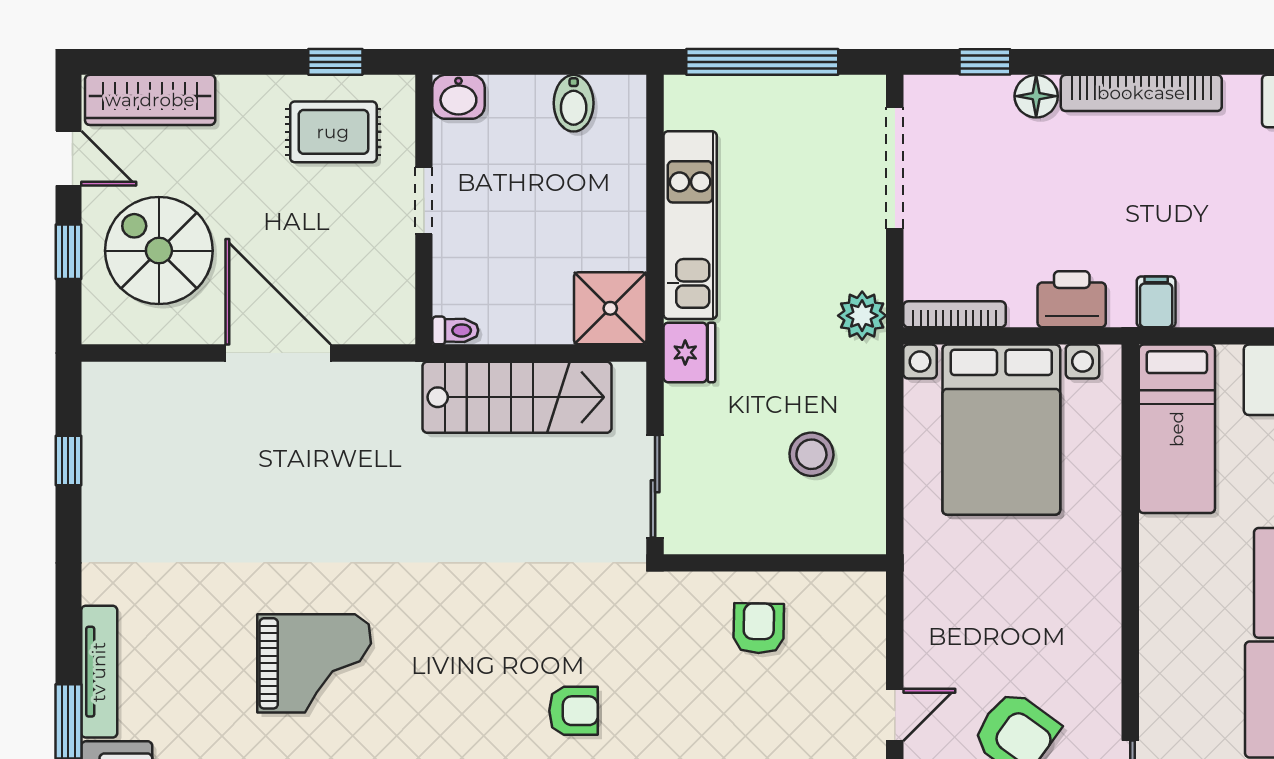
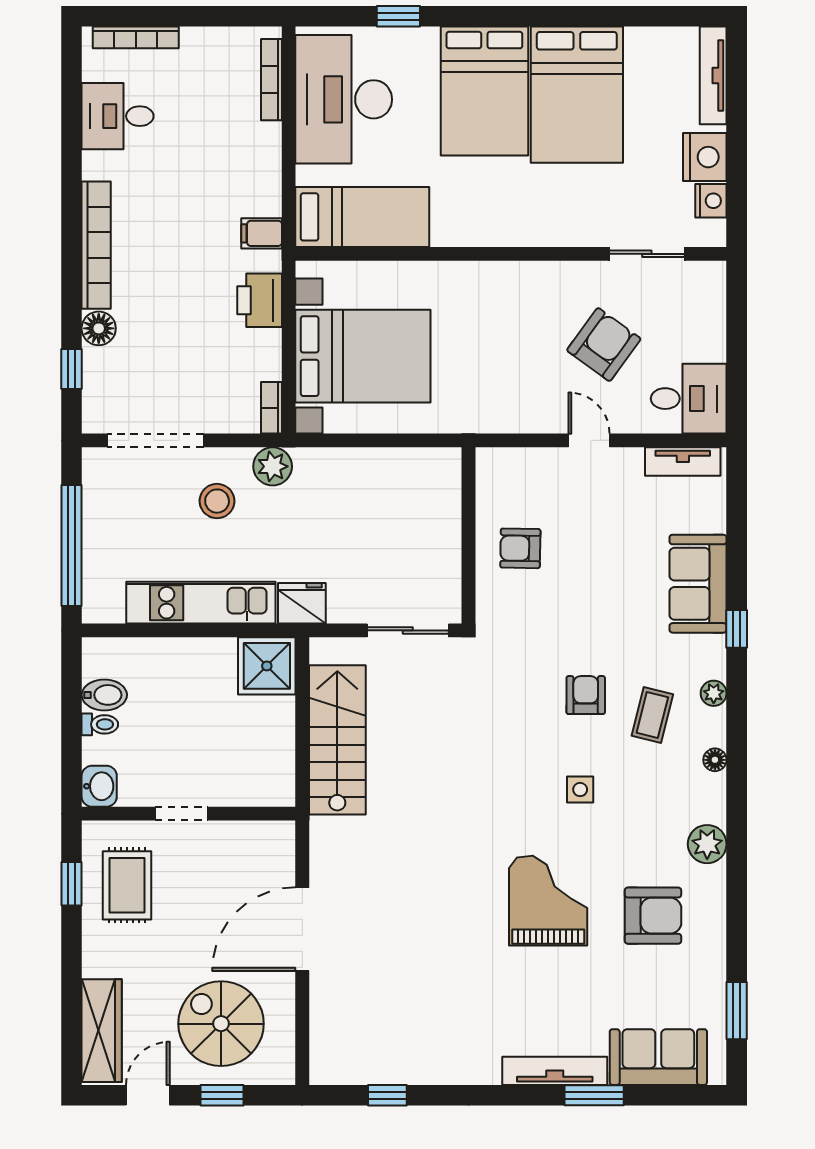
spiral stairs: (159, 251) -> (221, 1024), turned 90
bookcase: (954, 314) -> (272, 408), width x0.64
toilet: (455, 330) -> (100, 724), moved, turned 90
stool: (811, 454) -> (217, 501), moved
side table: (454, 704) -> (580, 790), added

